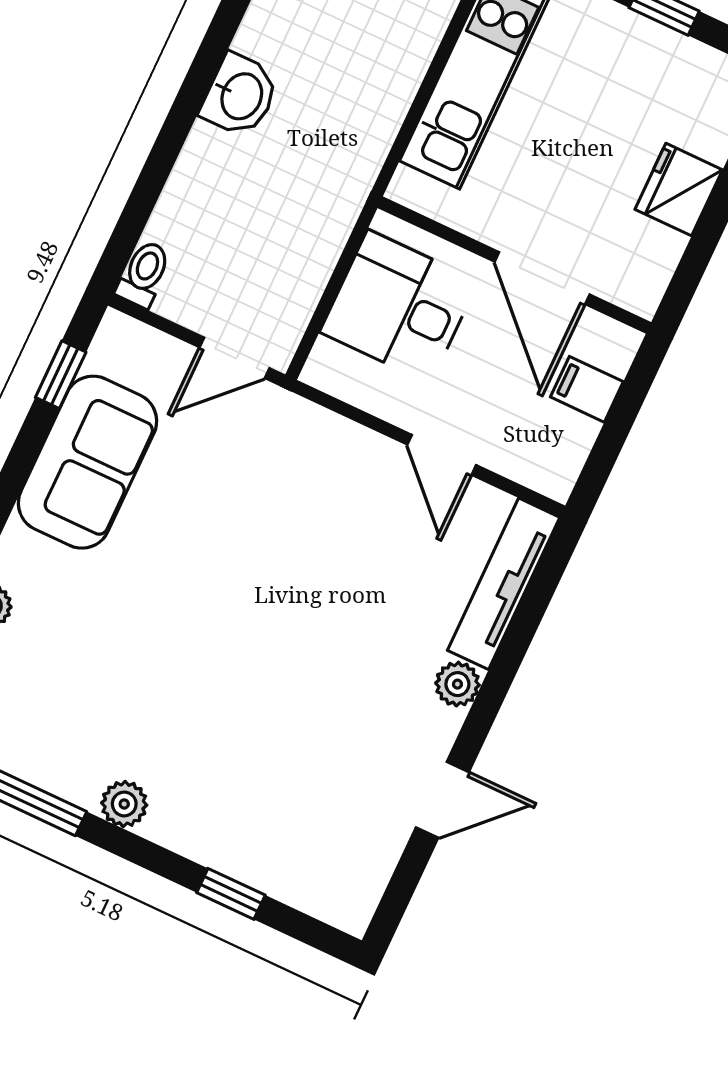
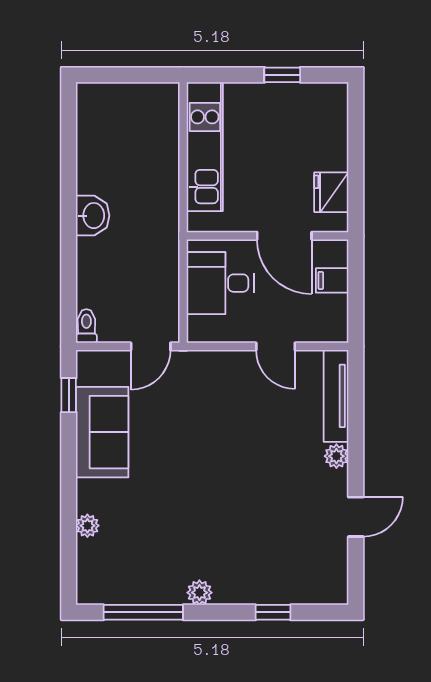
fridge: (679, 190) -> (331, 192), moved

